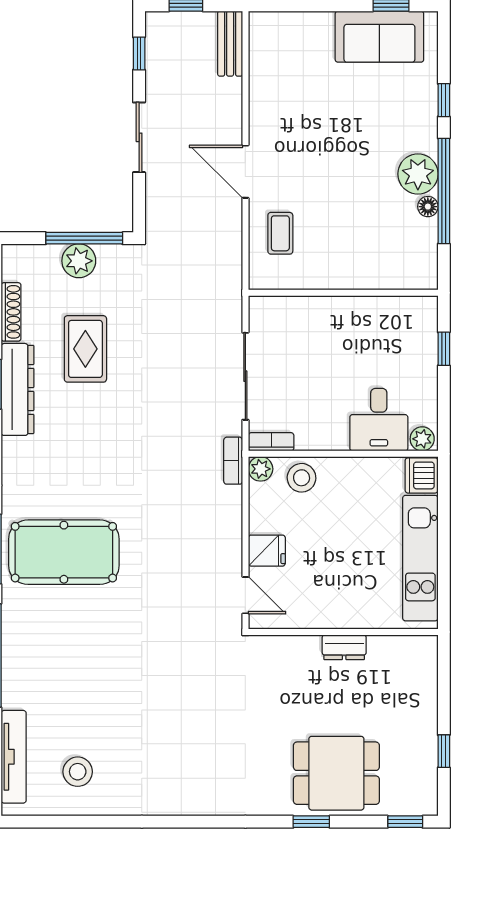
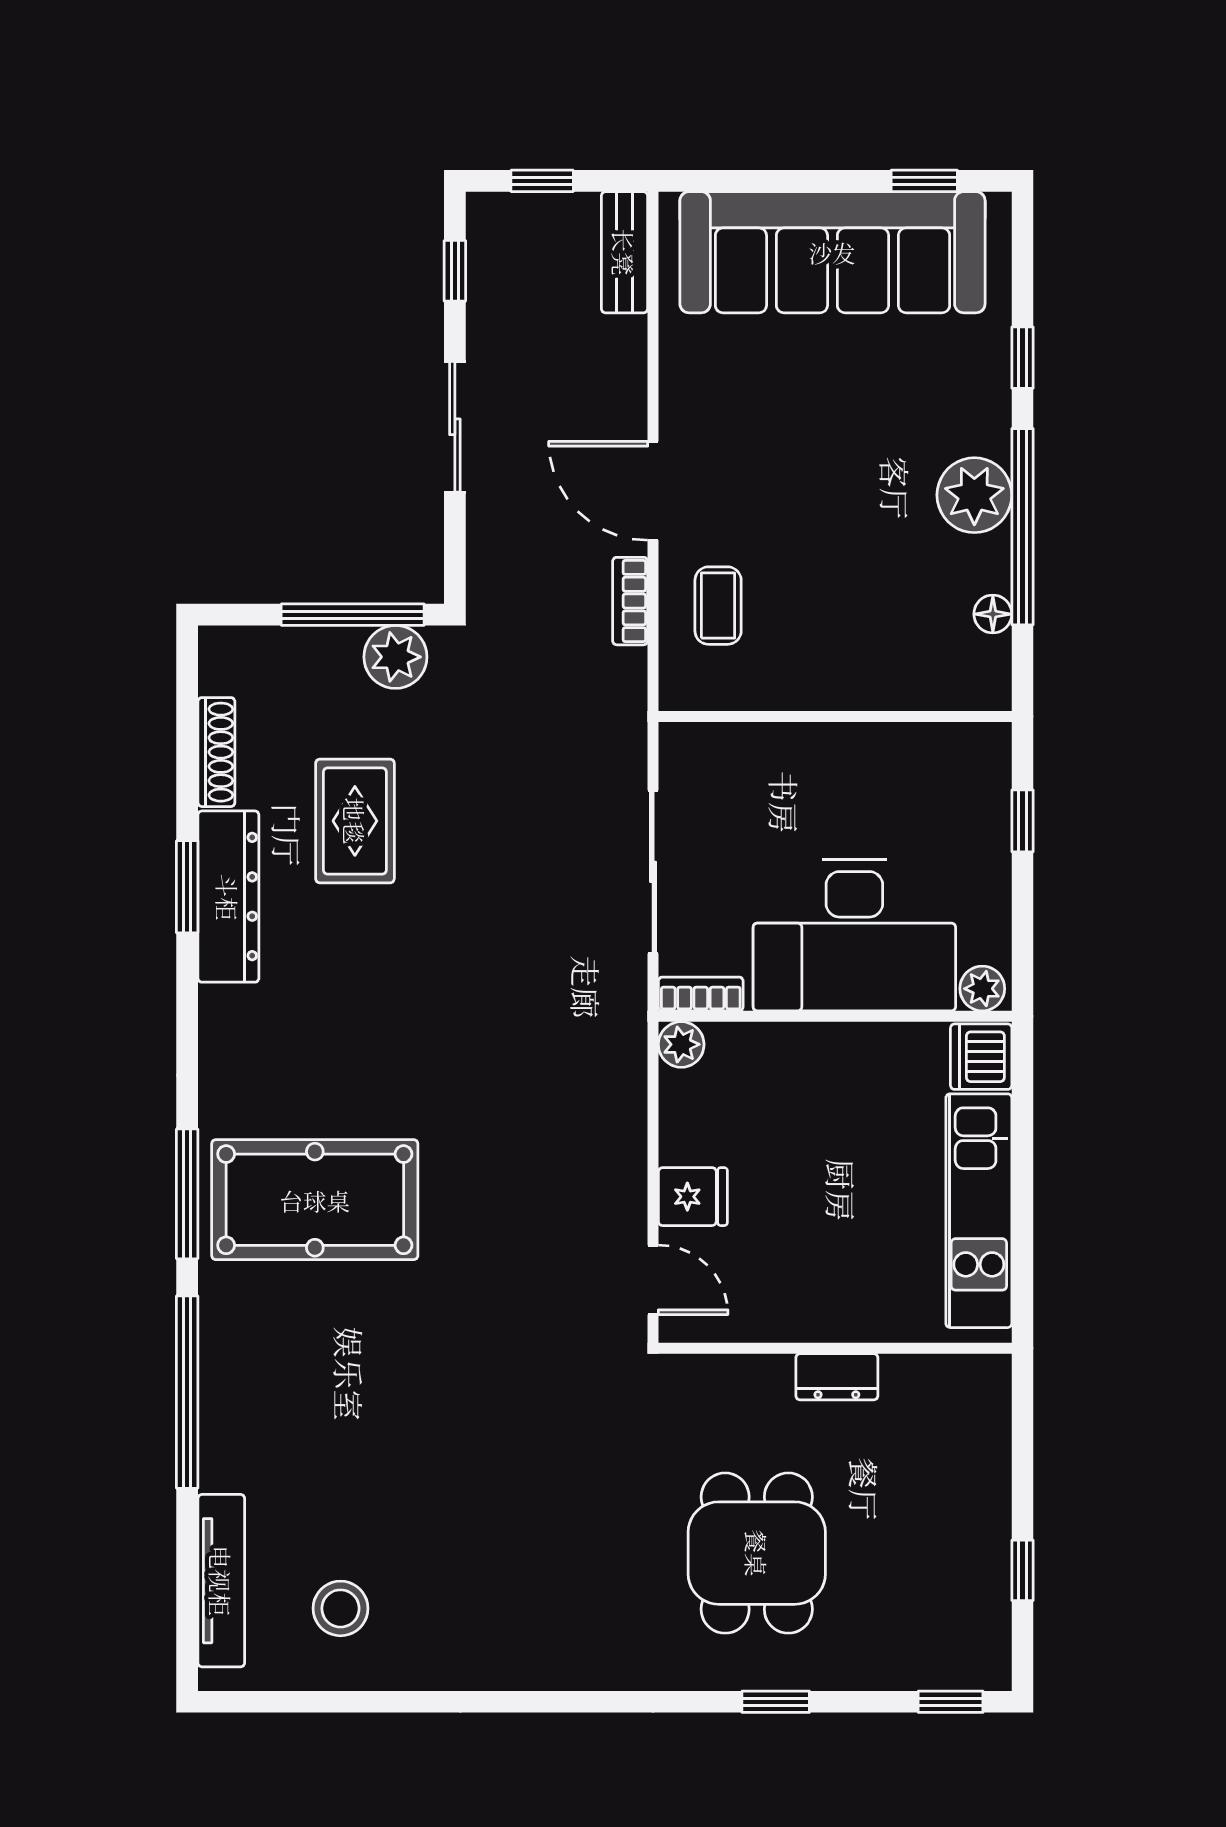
sofa: (379, 37) -> (832, 252), width x1.85, depth x1.27
floor lamp: (428, 207) -> (993, 614), moved
plant: (79, 261) -> (395, 657), moved
desk: (379, 420) -> (854, 935), width x1.87, depth x1.30
bookcase: (233, 461) -> (630, 601), moved
stool: (302, 478) -> (757, 1061), removed
dining table: (336, 773) -> (757, 1553), moved, turned 90

